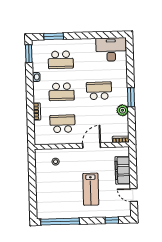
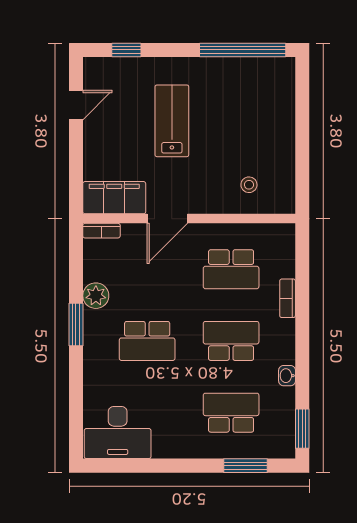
filing cabinet: (123, 170) -> (114, 198), moved, turned -90
door: (134, 195) -> (76, 105), hinge flipped

